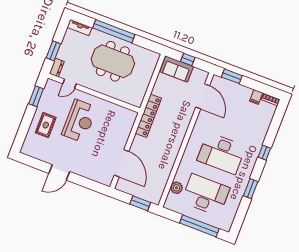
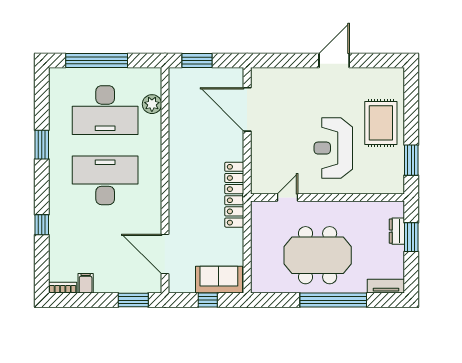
dresser: (57, 68) -> (397, 231), moved
door: (70, 84) -> (288, 197), moved
rug: (46, 125) -> (381, 123), width x1.36, depth x1.43
window: (264, 153) -> (42, 225), moved

